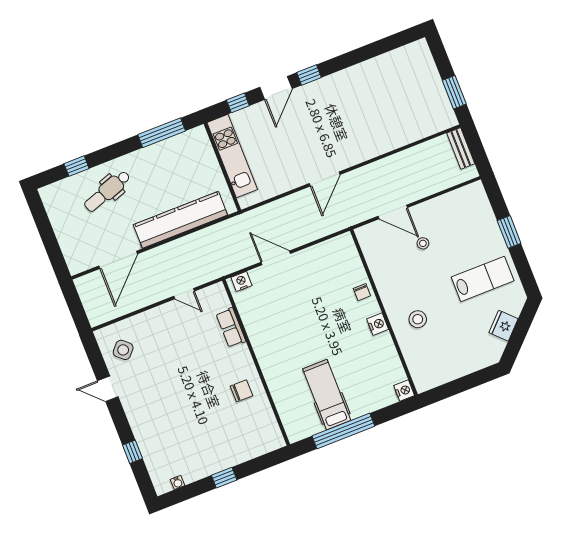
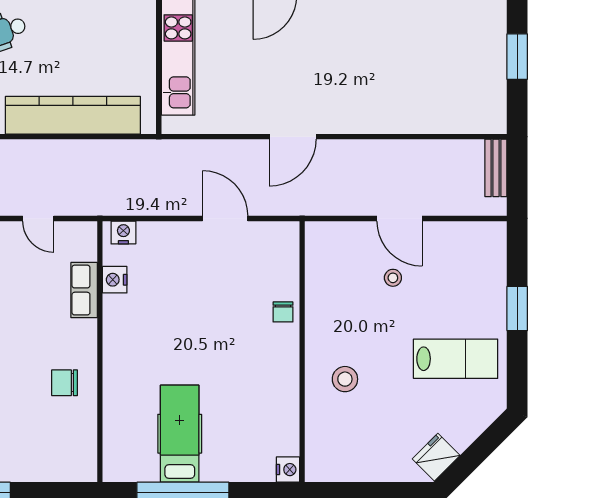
window: (454, 92) -> (517, 57), moved
door: (393, 212) -> (400, 218), moved
door: (276, 258) -> (225, 218), moved
nightstand: (378, 324) -> (115, 280), moved, turned 180
fridge: (503, 326) -> (436, 457), moved
chair: (241, 391) -> (65, 383), turned 180

